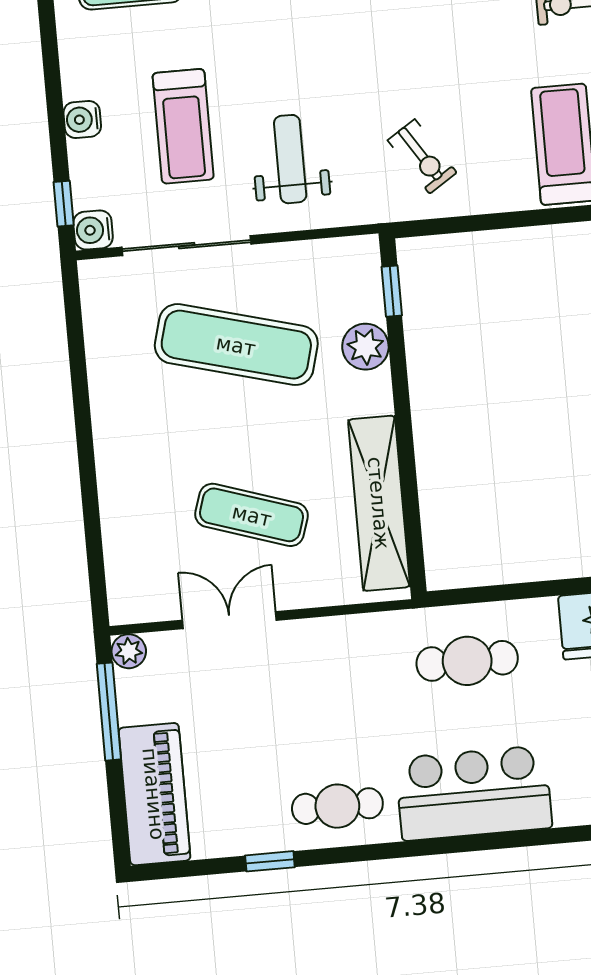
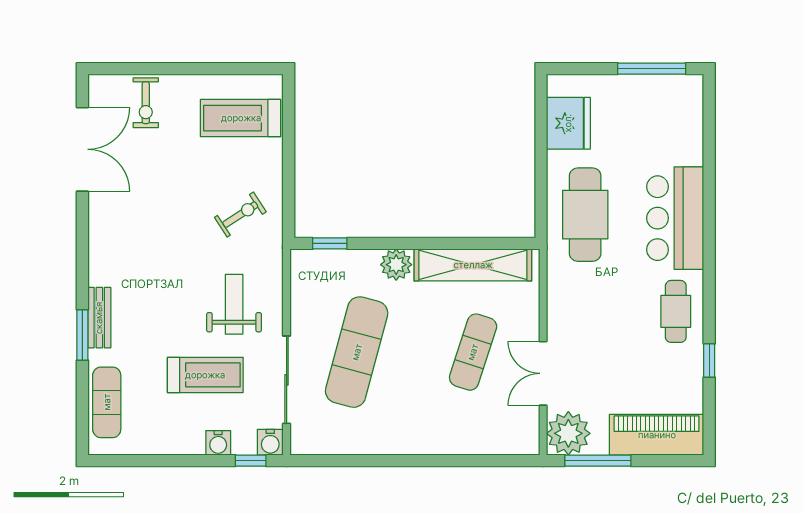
water cooler: (82, 119) -> (218, 443), moved
weight bench: (290, 159) -> (234, 304), turned 90
plant: (365, 347) -> (396, 265), moved
plant: (129, 651) -> (568, 433), width x1.88, depth x1.88
cafe table: (467, 661) -> (585, 215), width x1.37, depth x1.35

